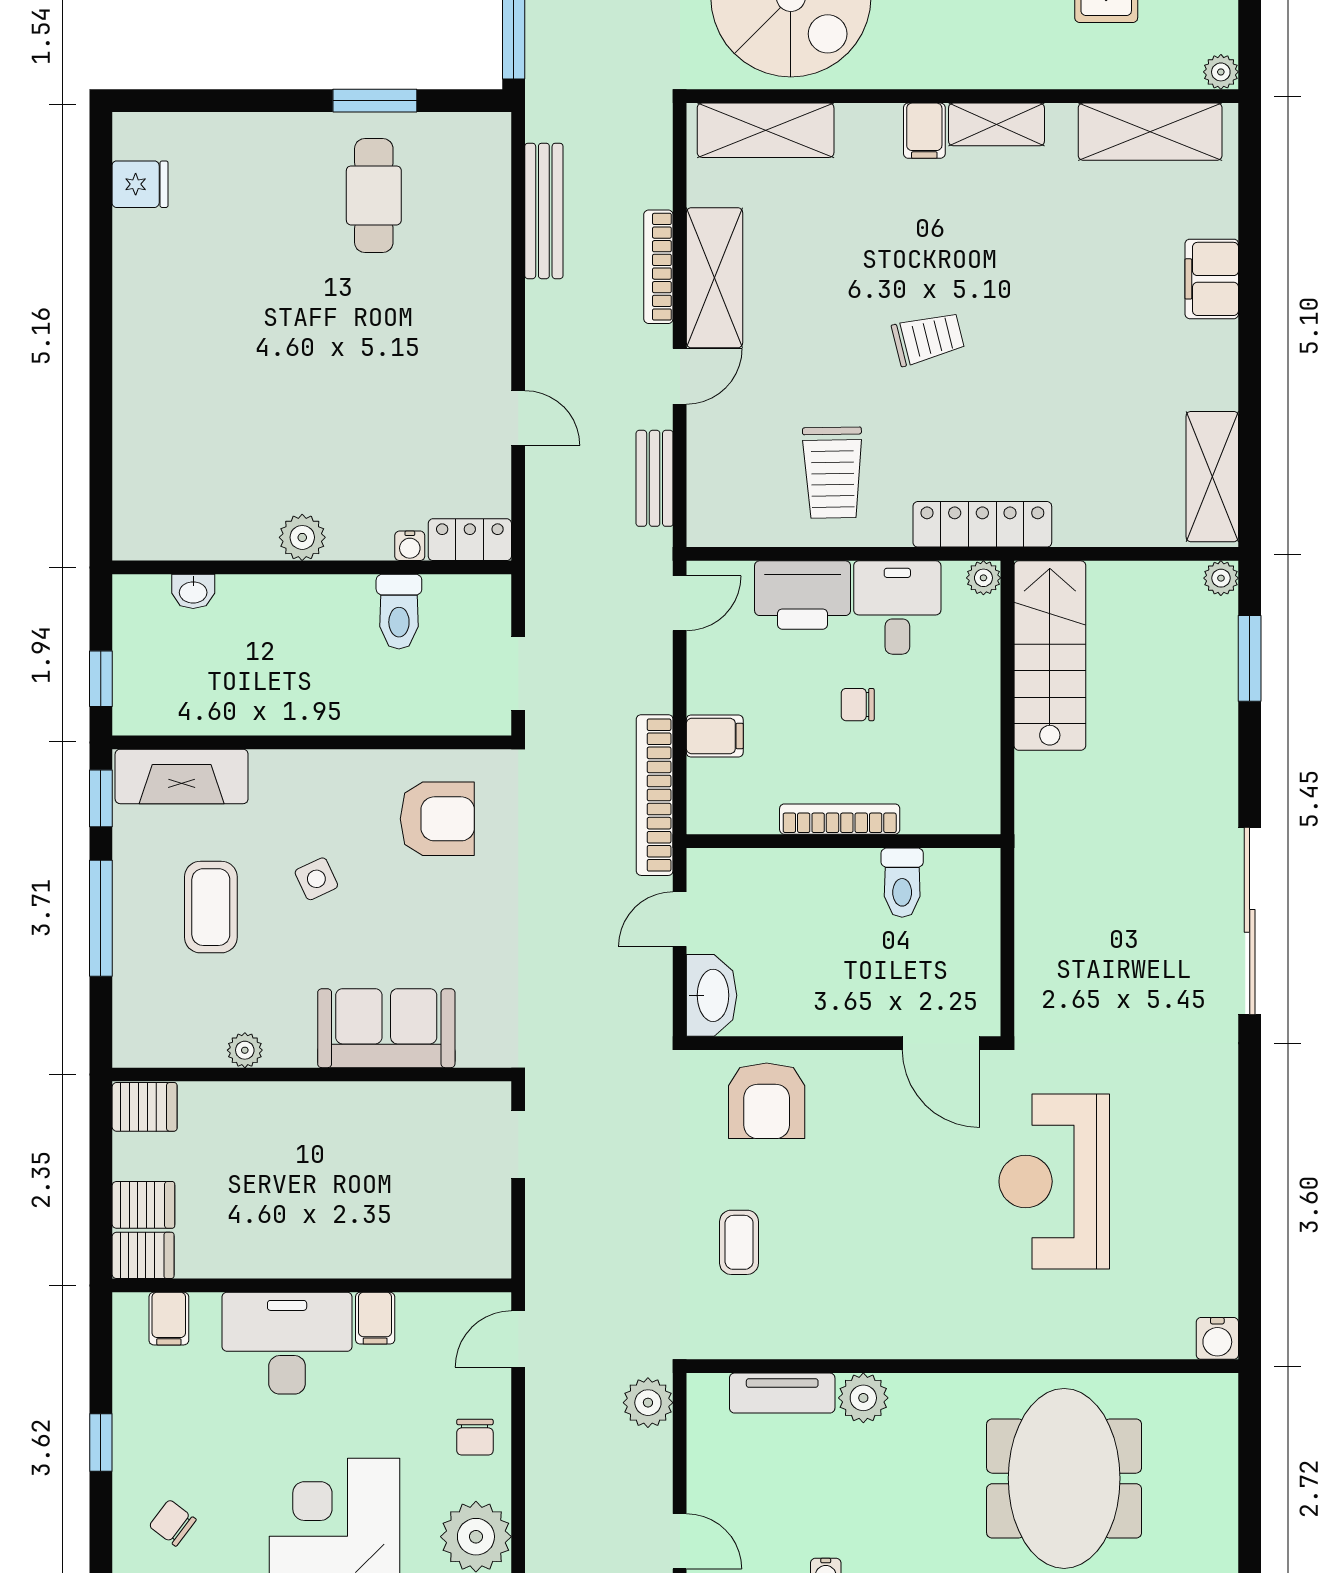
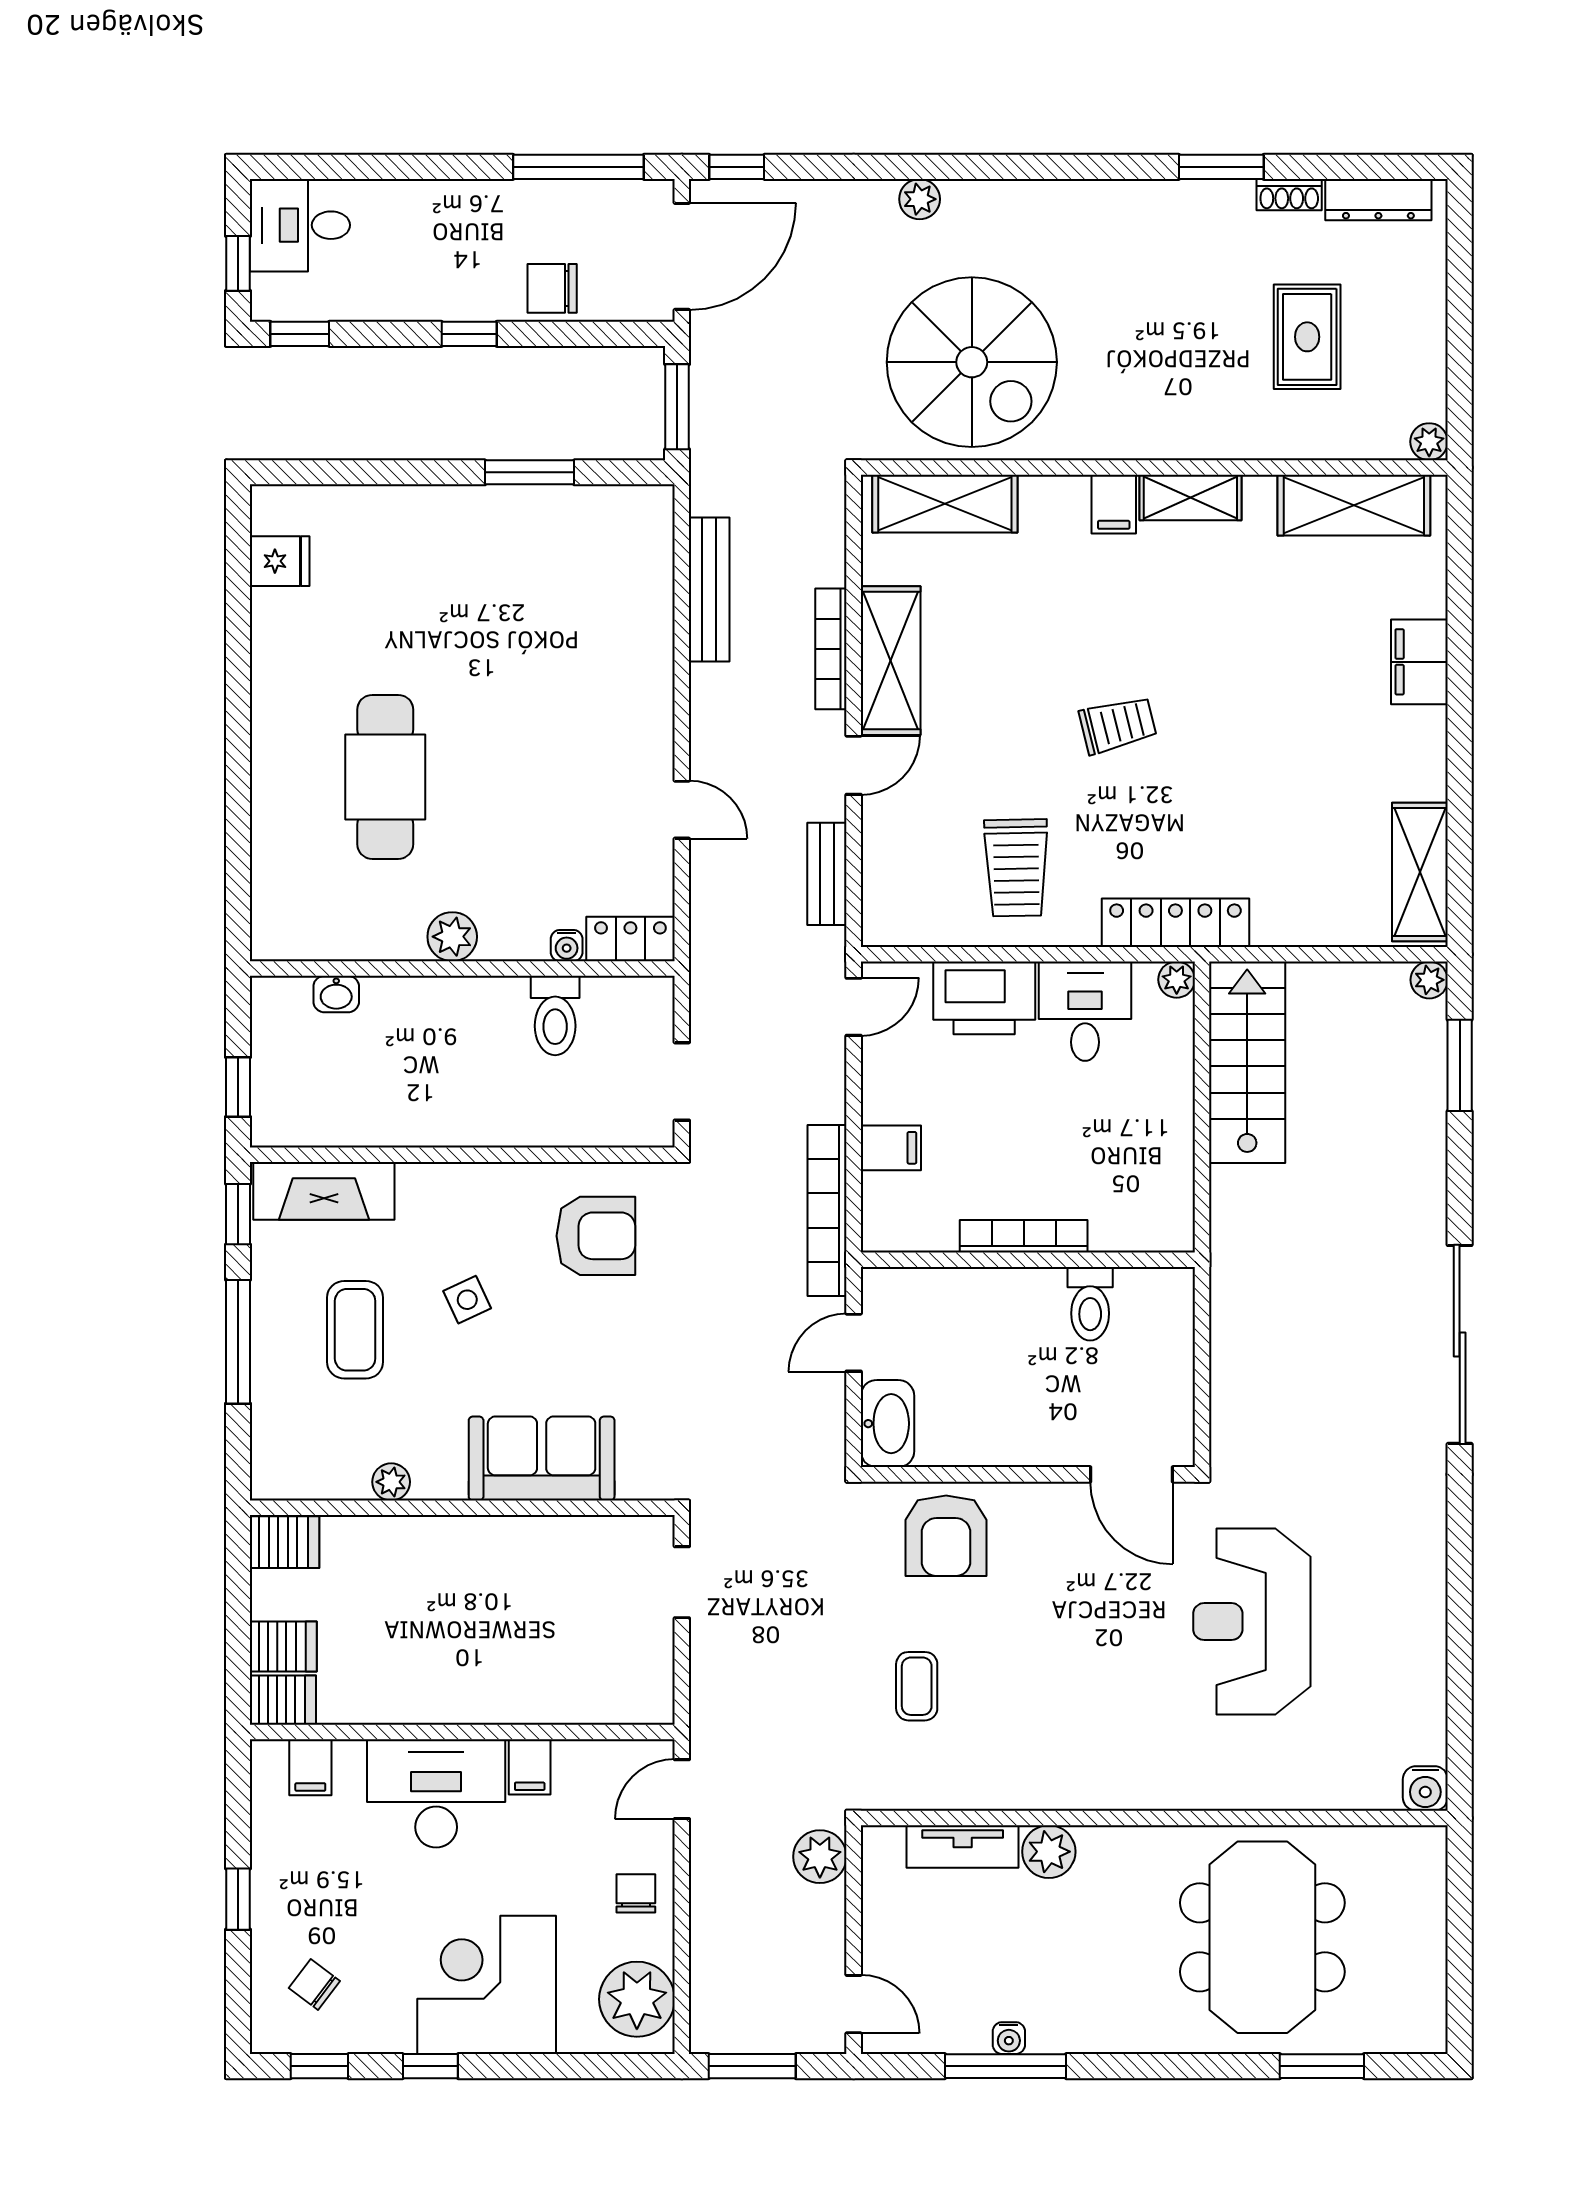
cafe table: (374, 195) -> (385, 777), moved, width x1.37, depth x1.35
chair: (858, 705) -> (1043, 1114), removed
chair: (475, 1437) -> (636, 1893), turned 180

